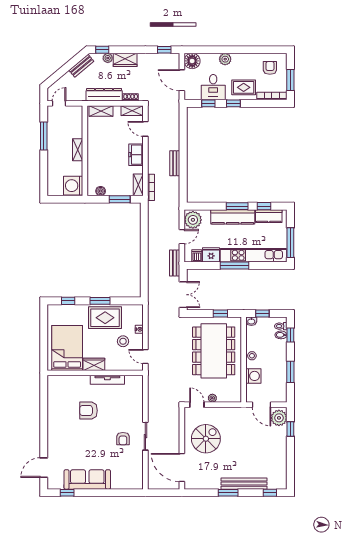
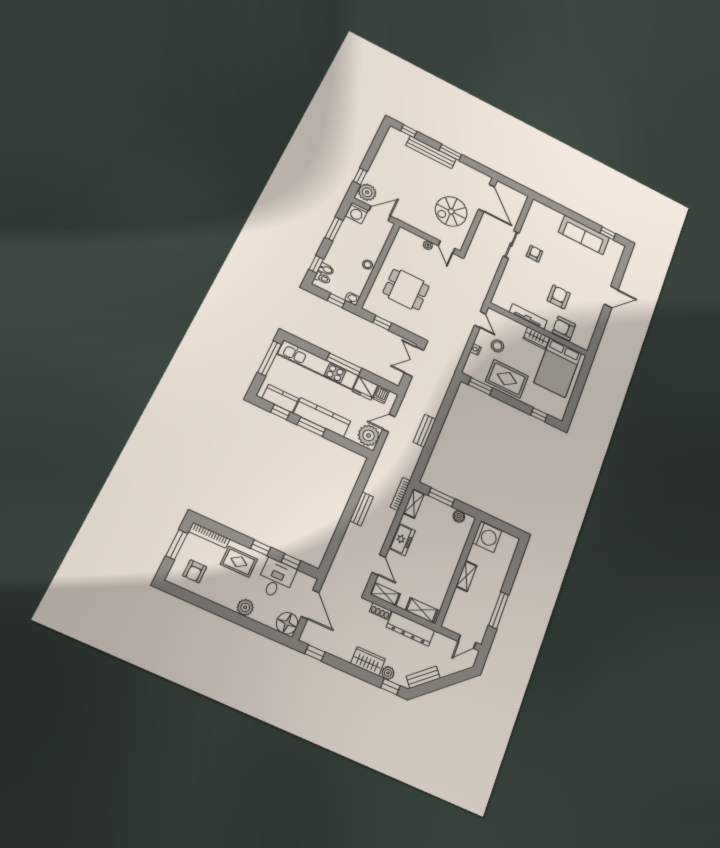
bench: (175, 263) -> (425, 431), moved
window: (100, 301) -> (480, 386), moved
dining table: (214, 351) -> (406, 289), width x0.53, depth x0.80
washing machine: (253, 376) -> (357, 213), moved, turned -90
armchair: (74, 385) -> (564, 328), added
door: (261, 405) -> (380, 213), hinge flipped
armchair: (89, 411) -> (559, 297), turned -90
door: (44, 468) -> (611, 297), moved

